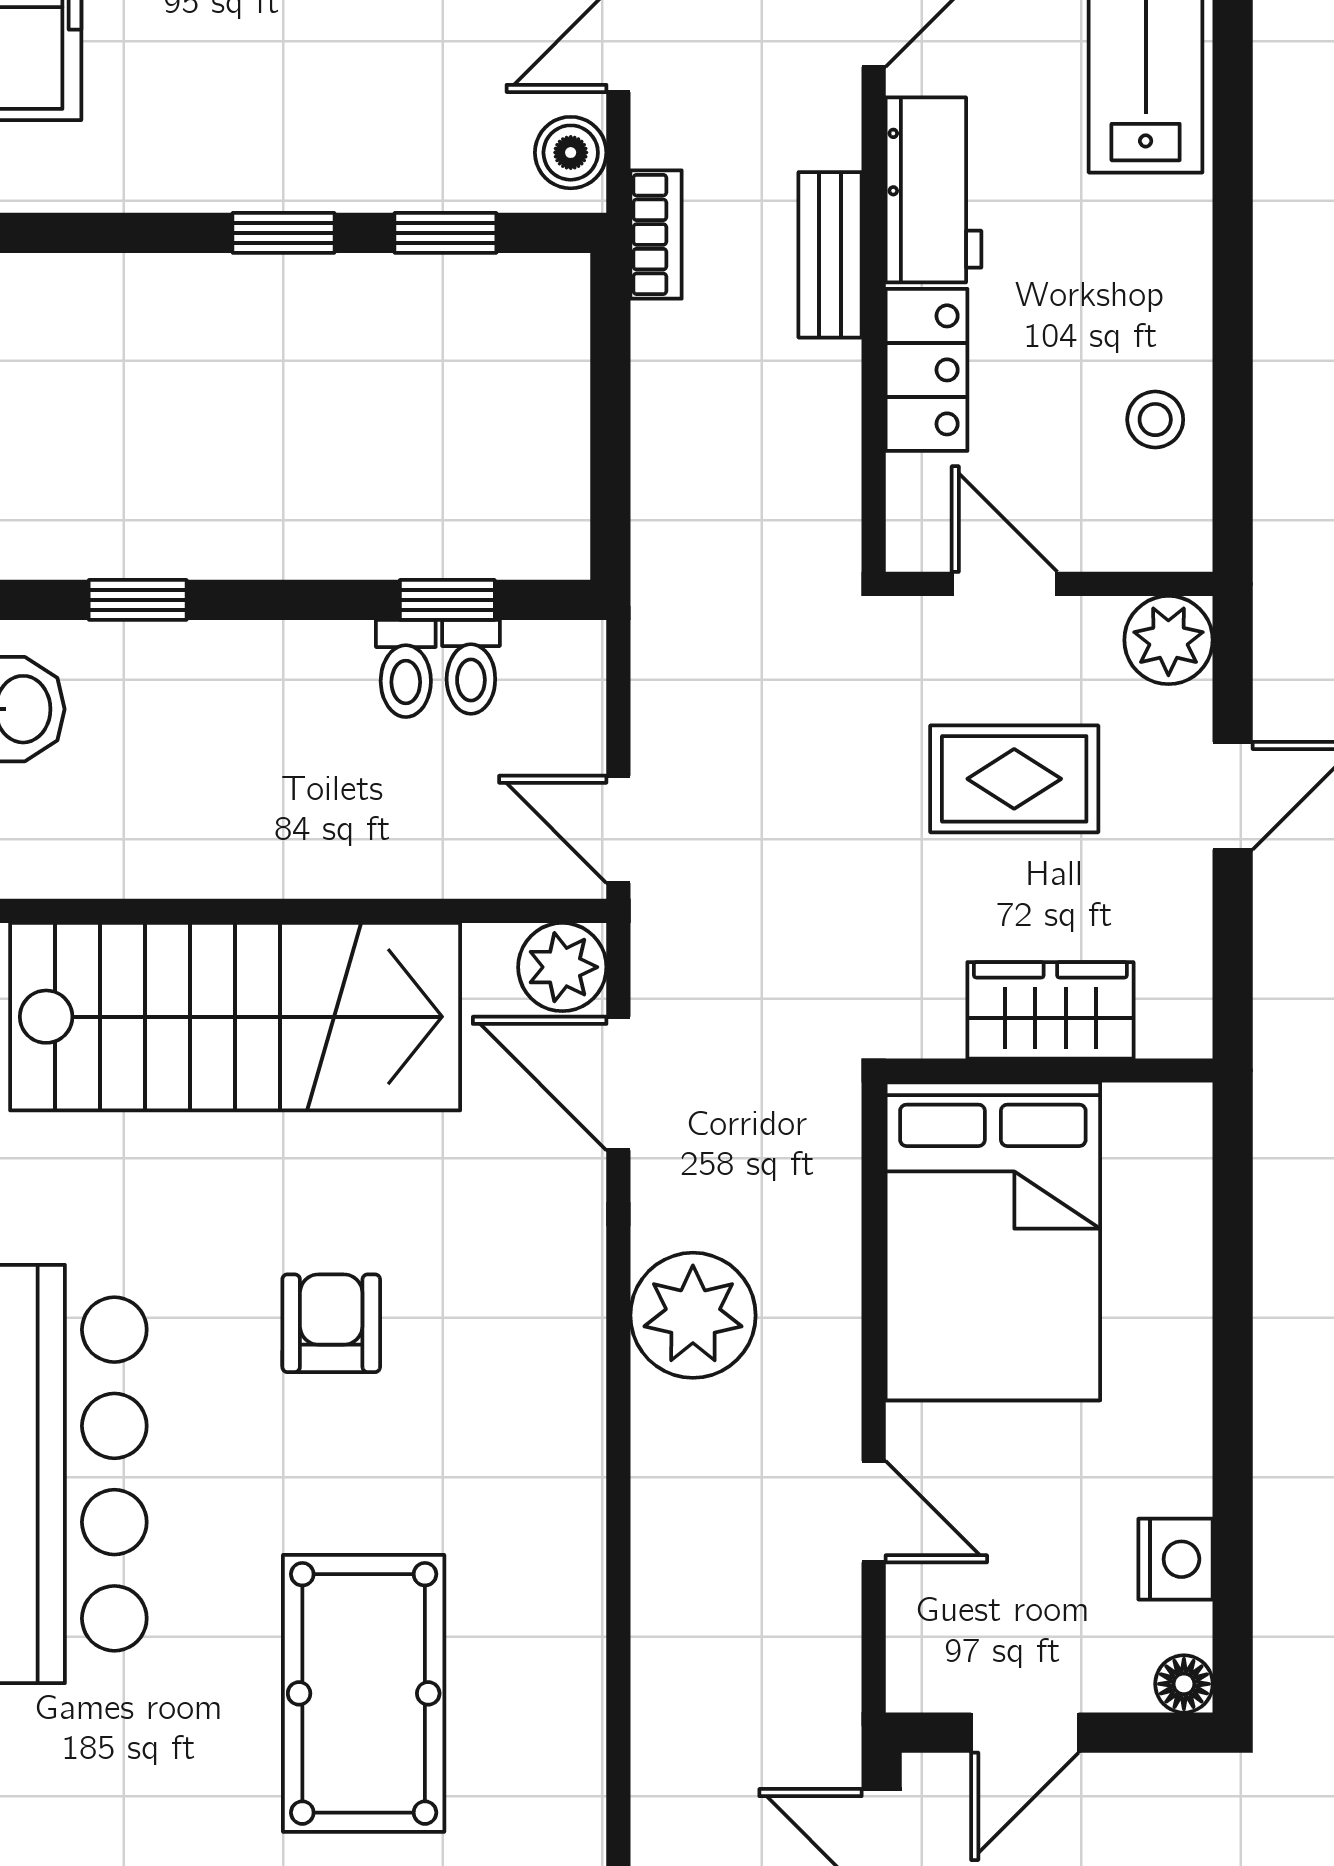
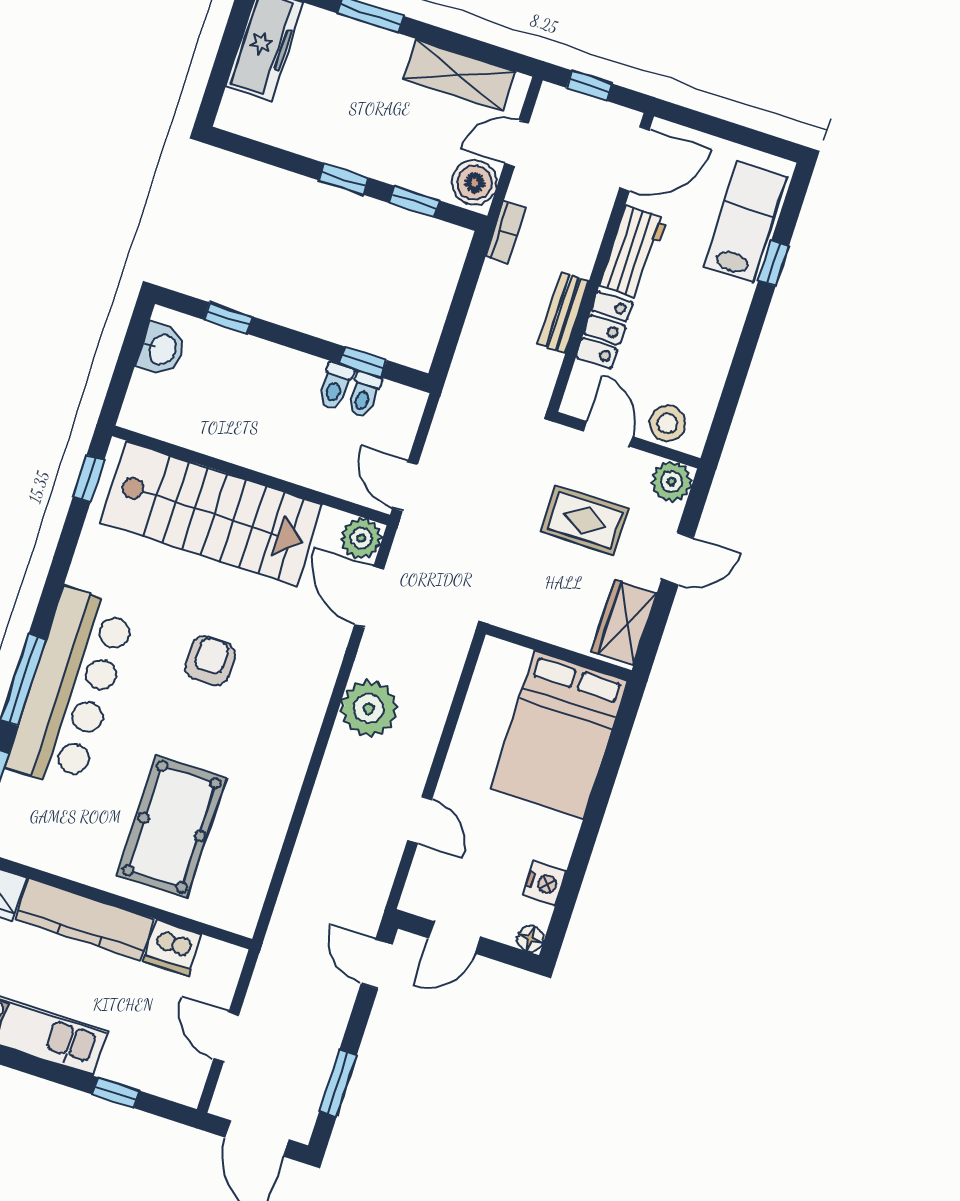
window: (1233, 118) -> (774, 263), added
boiler: (571, 153) -> (474, 183), width x1.36, depth x1.36
bench: (830, 255) -> (564, 313), moved
stool: (1155, 420) -> (667, 423), moved, width x1.37, depth x1.37
wardrobe: (1050, 1010) -> (624, 623), moved, turned -90
bed: (993, 1241) -> (559, 735), moved

